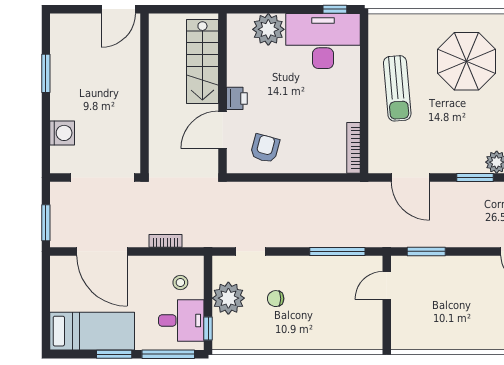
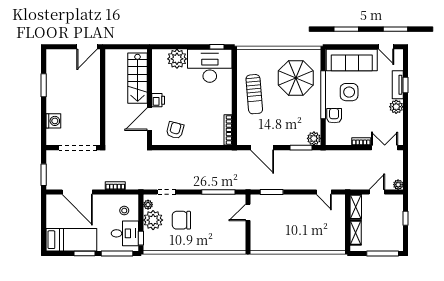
plant: (220, 273) -> (148, 205), added
chair: (276, 299) -> (181, 220), width x1.87, depth x1.87

